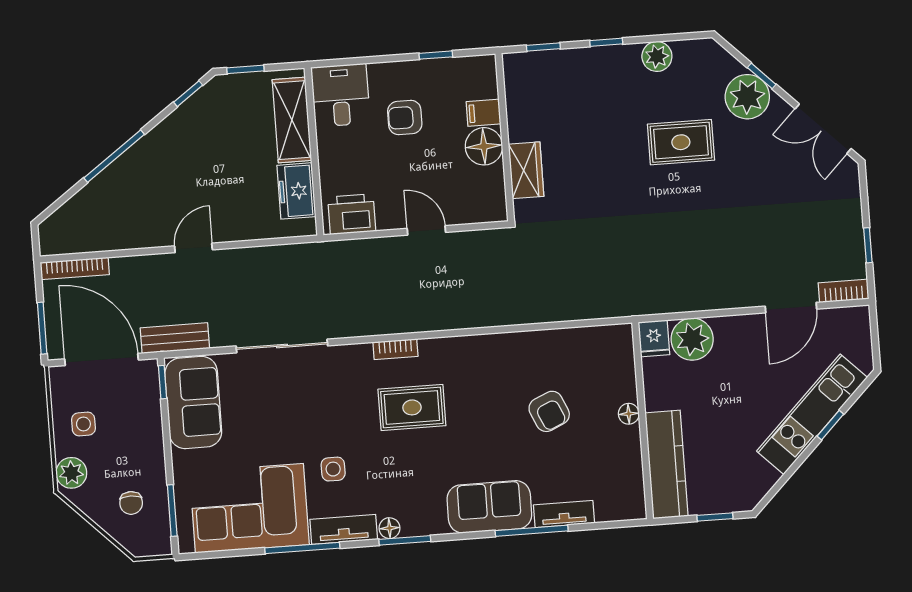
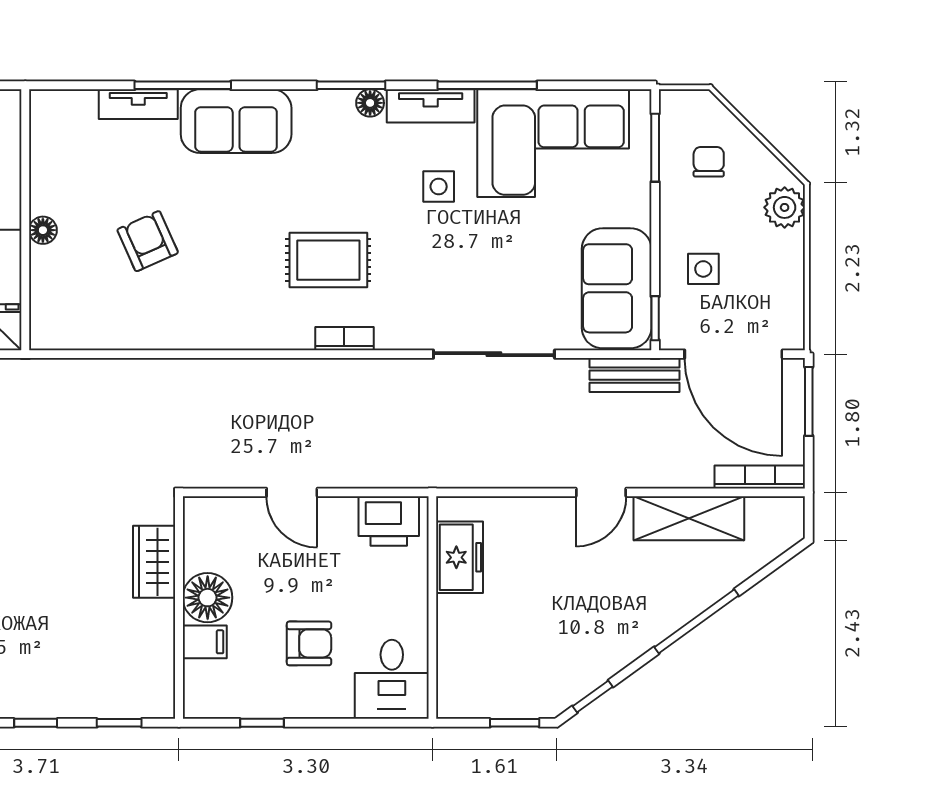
shelving: (292, 120) -> (689, 518), moved, turned 90
side table: (83, 424) -> (703, 269), moved

